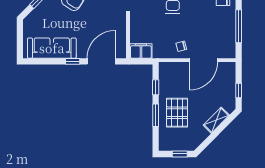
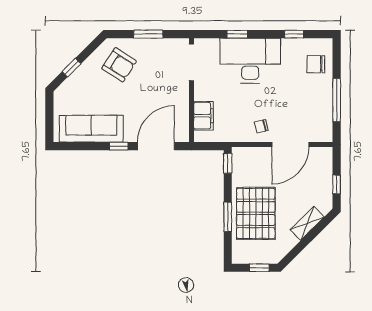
filing cabinet: (141, 51) -> (203, 116), moved, turned 90
window: (156, 87) -> (228, 163), moved
pallet: (177, 113) -> (256, 213), width x1.37, depth x1.41

